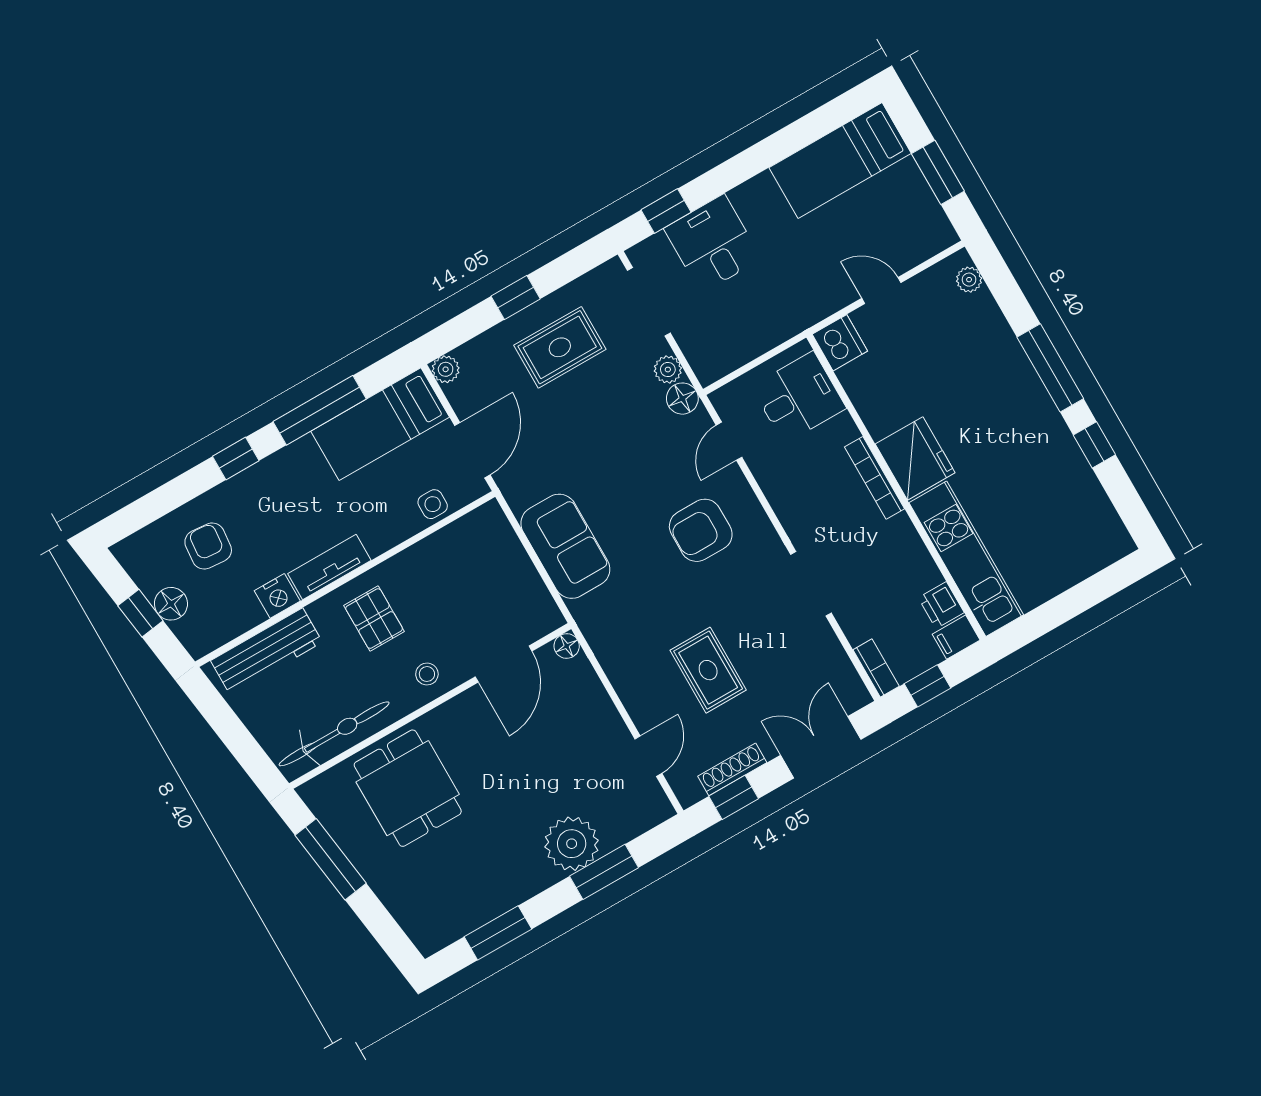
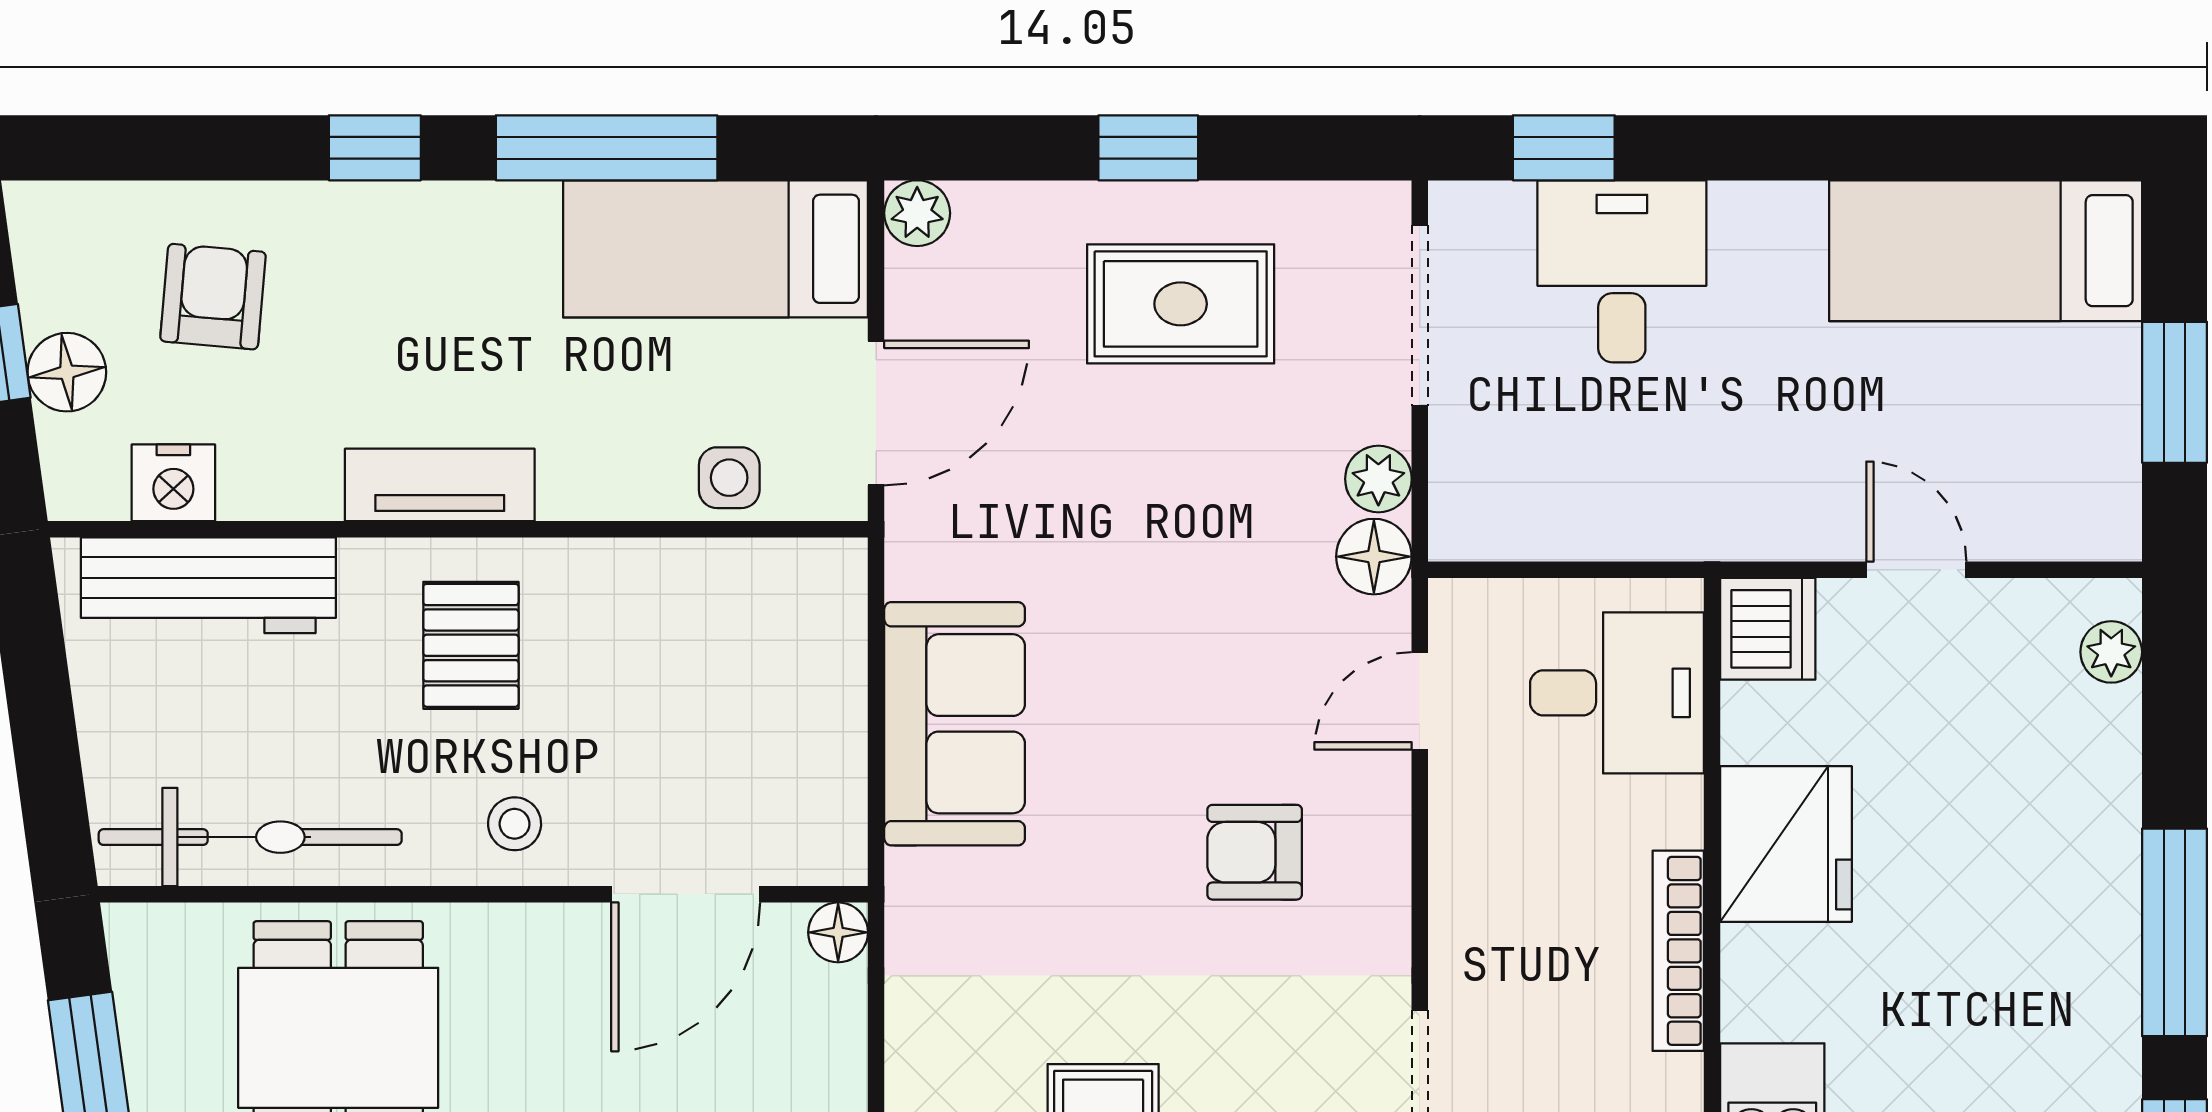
fridge: (915, 458) -> (1786, 844), moved
armchair: (701, 530) -> (1255, 852), width x0.72, depth x0.72
nightstand: (277, 596) -> (173, 483), moved

